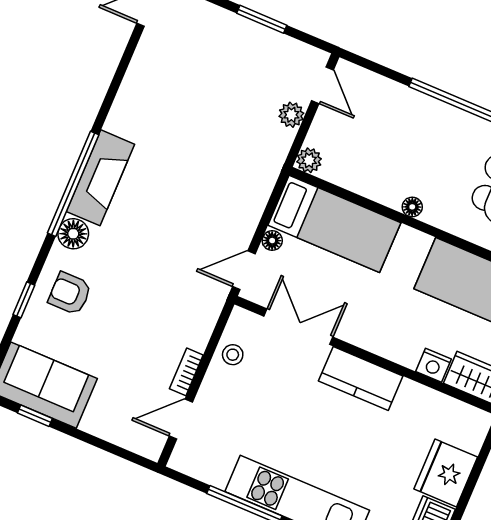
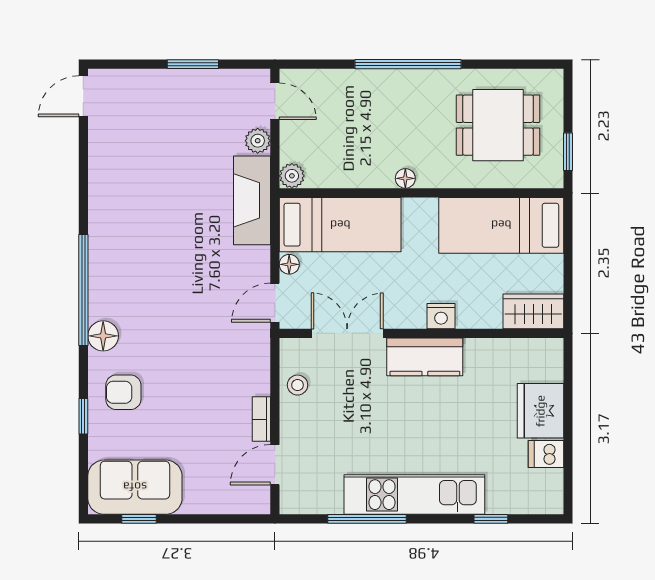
fireplace: (100, 178) -> (252, 200), moved, turned 180
nightstand: (433, 365) -> (441, 316), moved

